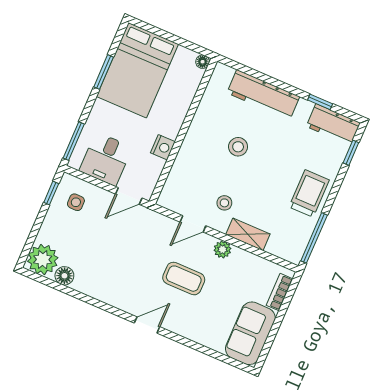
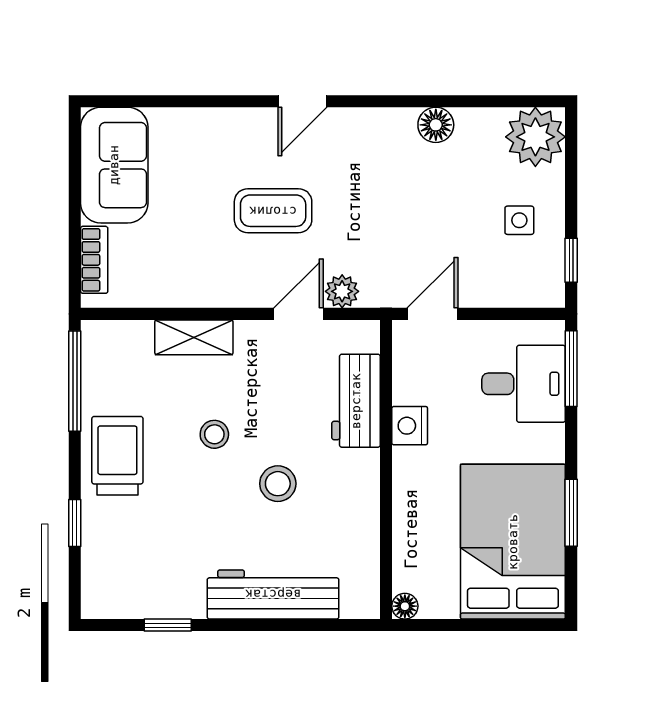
workbench: (333, 125) -> (356, 401), moved, turned -90
window: (351, 153) -> (75, 523), moved
desk: (106, 159) -> (524, 384), moved, turned 90
trolley: (309, 193) -> (117, 456), turned 180
side table: (76, 202) -> (519, 220), moved
stool: (224, 203) -> (214, 434), moved
plant: (222, 249) -> (342, 291), moved
floor lamp: (64, 276) -> (436, 125), moved

